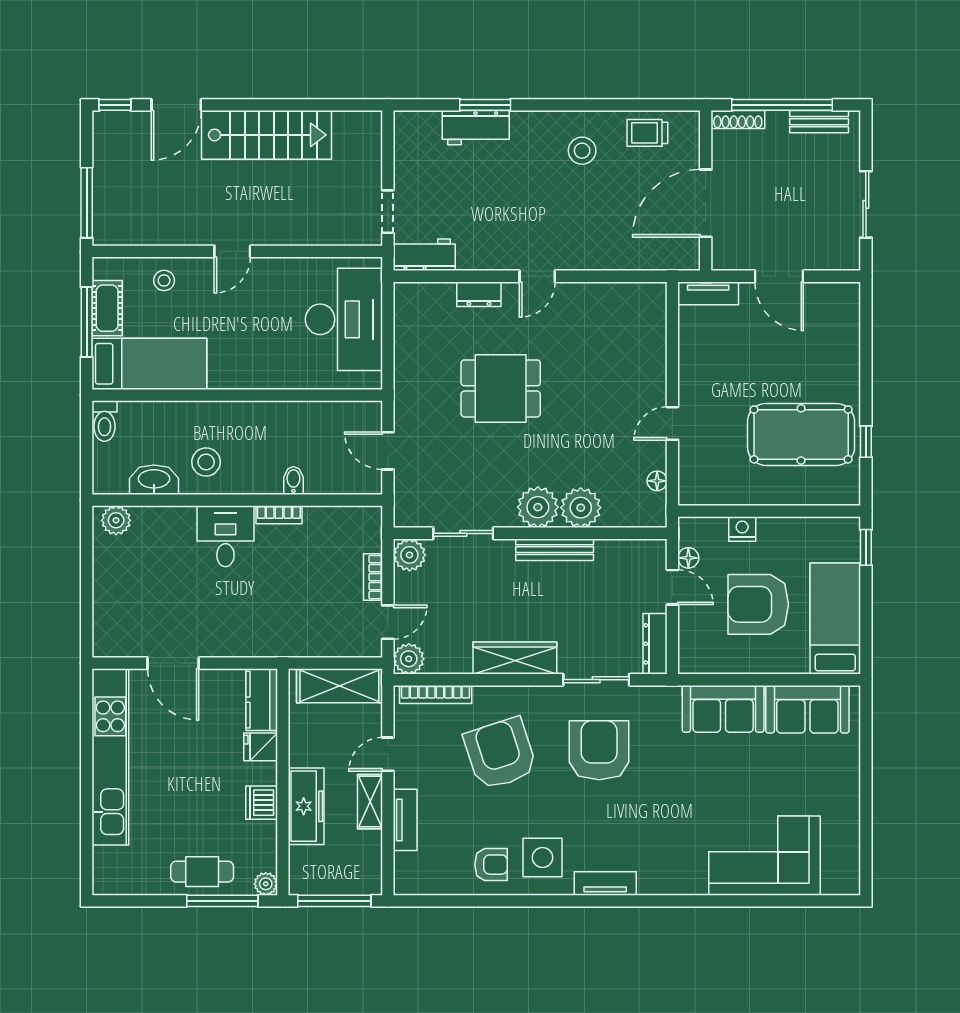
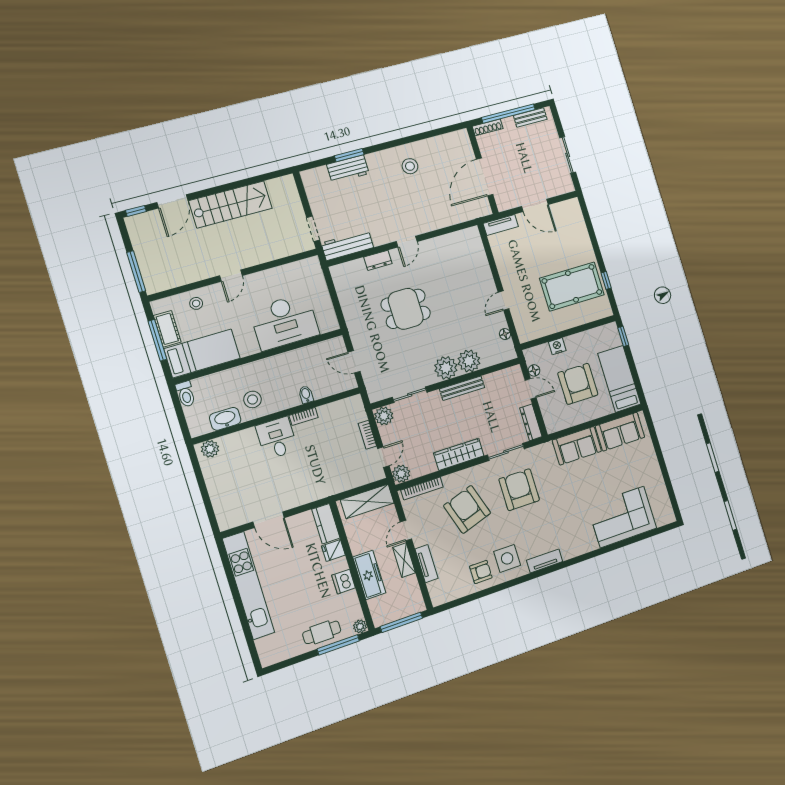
trolley: (647, 133) -> (442, 147), removed
workbench: (424, 255) -> (347, 245), width x1.37
desk: (344, 319) -> (285, 322), moved, turned 90
armchair: (758, 604) -> (578, 384), turned 90

